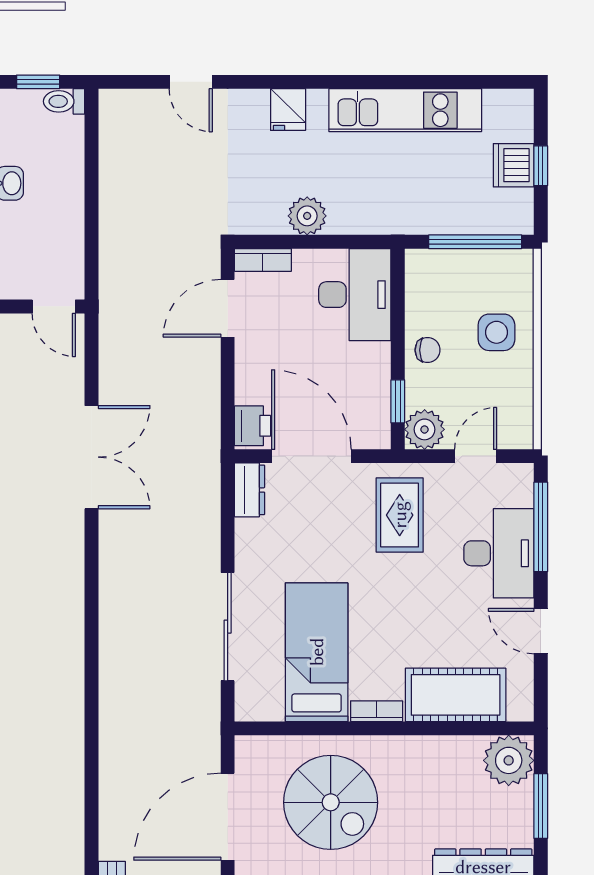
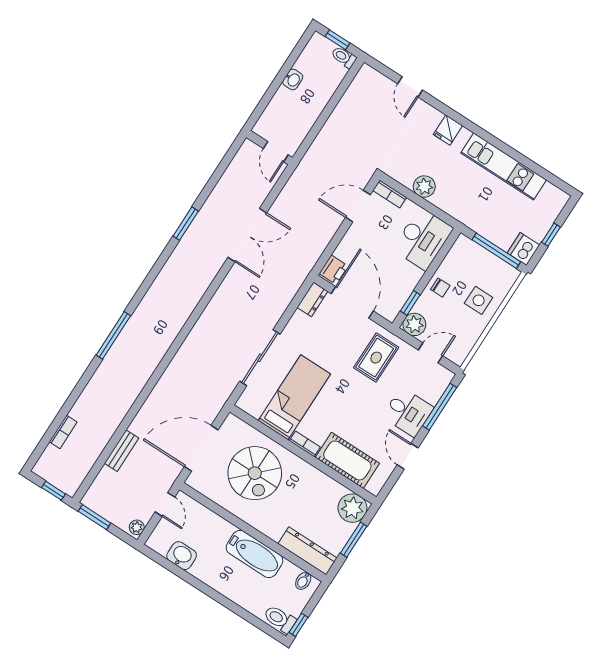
dishwasher: (514, 165) -> (523, 249), moved
desk: (499, 553) -> (408, 412), width x0.73

